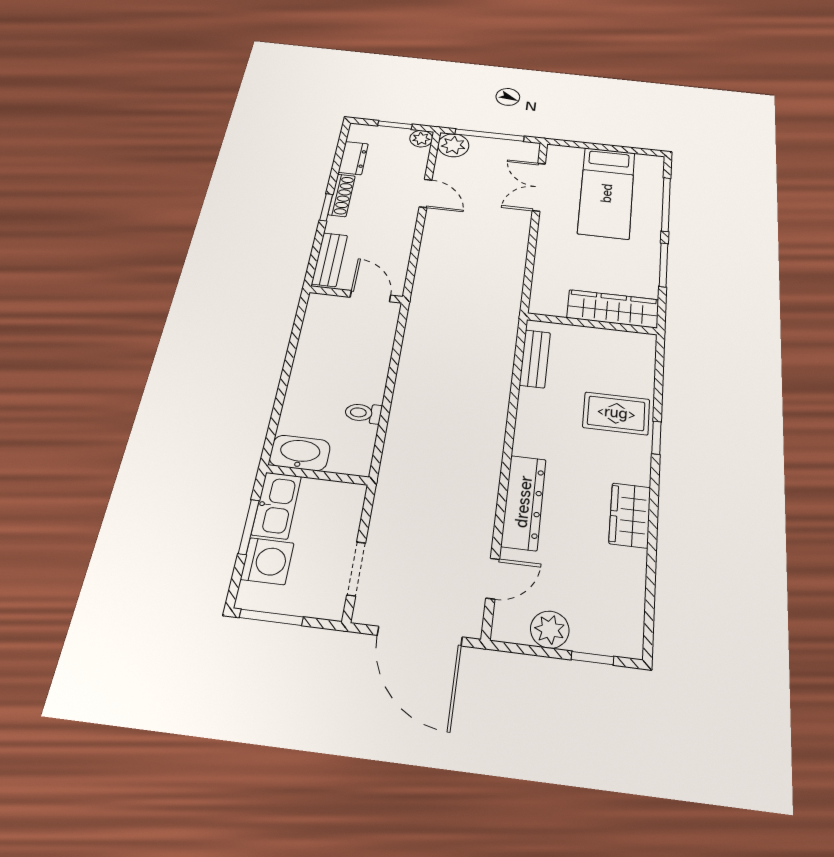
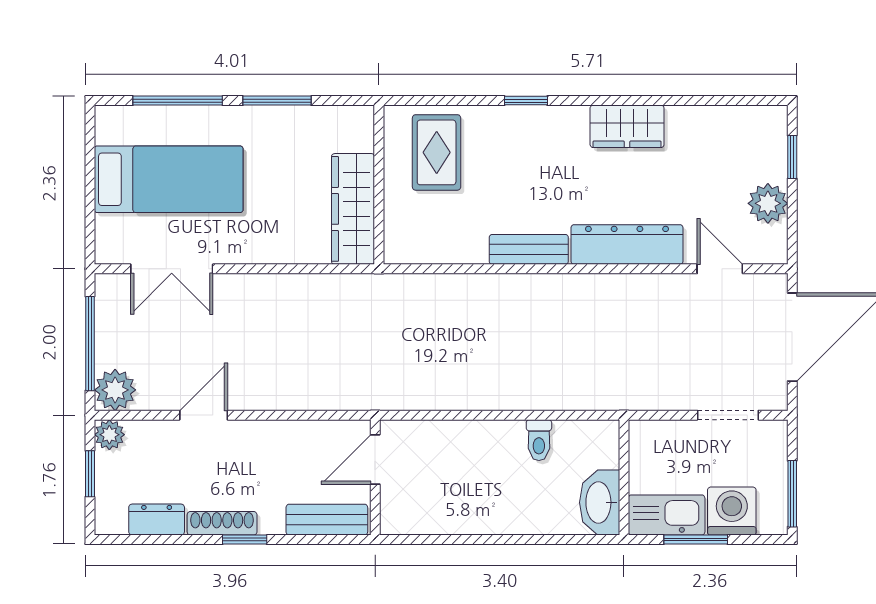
wardrobe: (613, 309) -> (353, 209), moved
bench: (535, 359) -> (529, 249), moved
rug: (616, 413) -> (437, 152), moved

